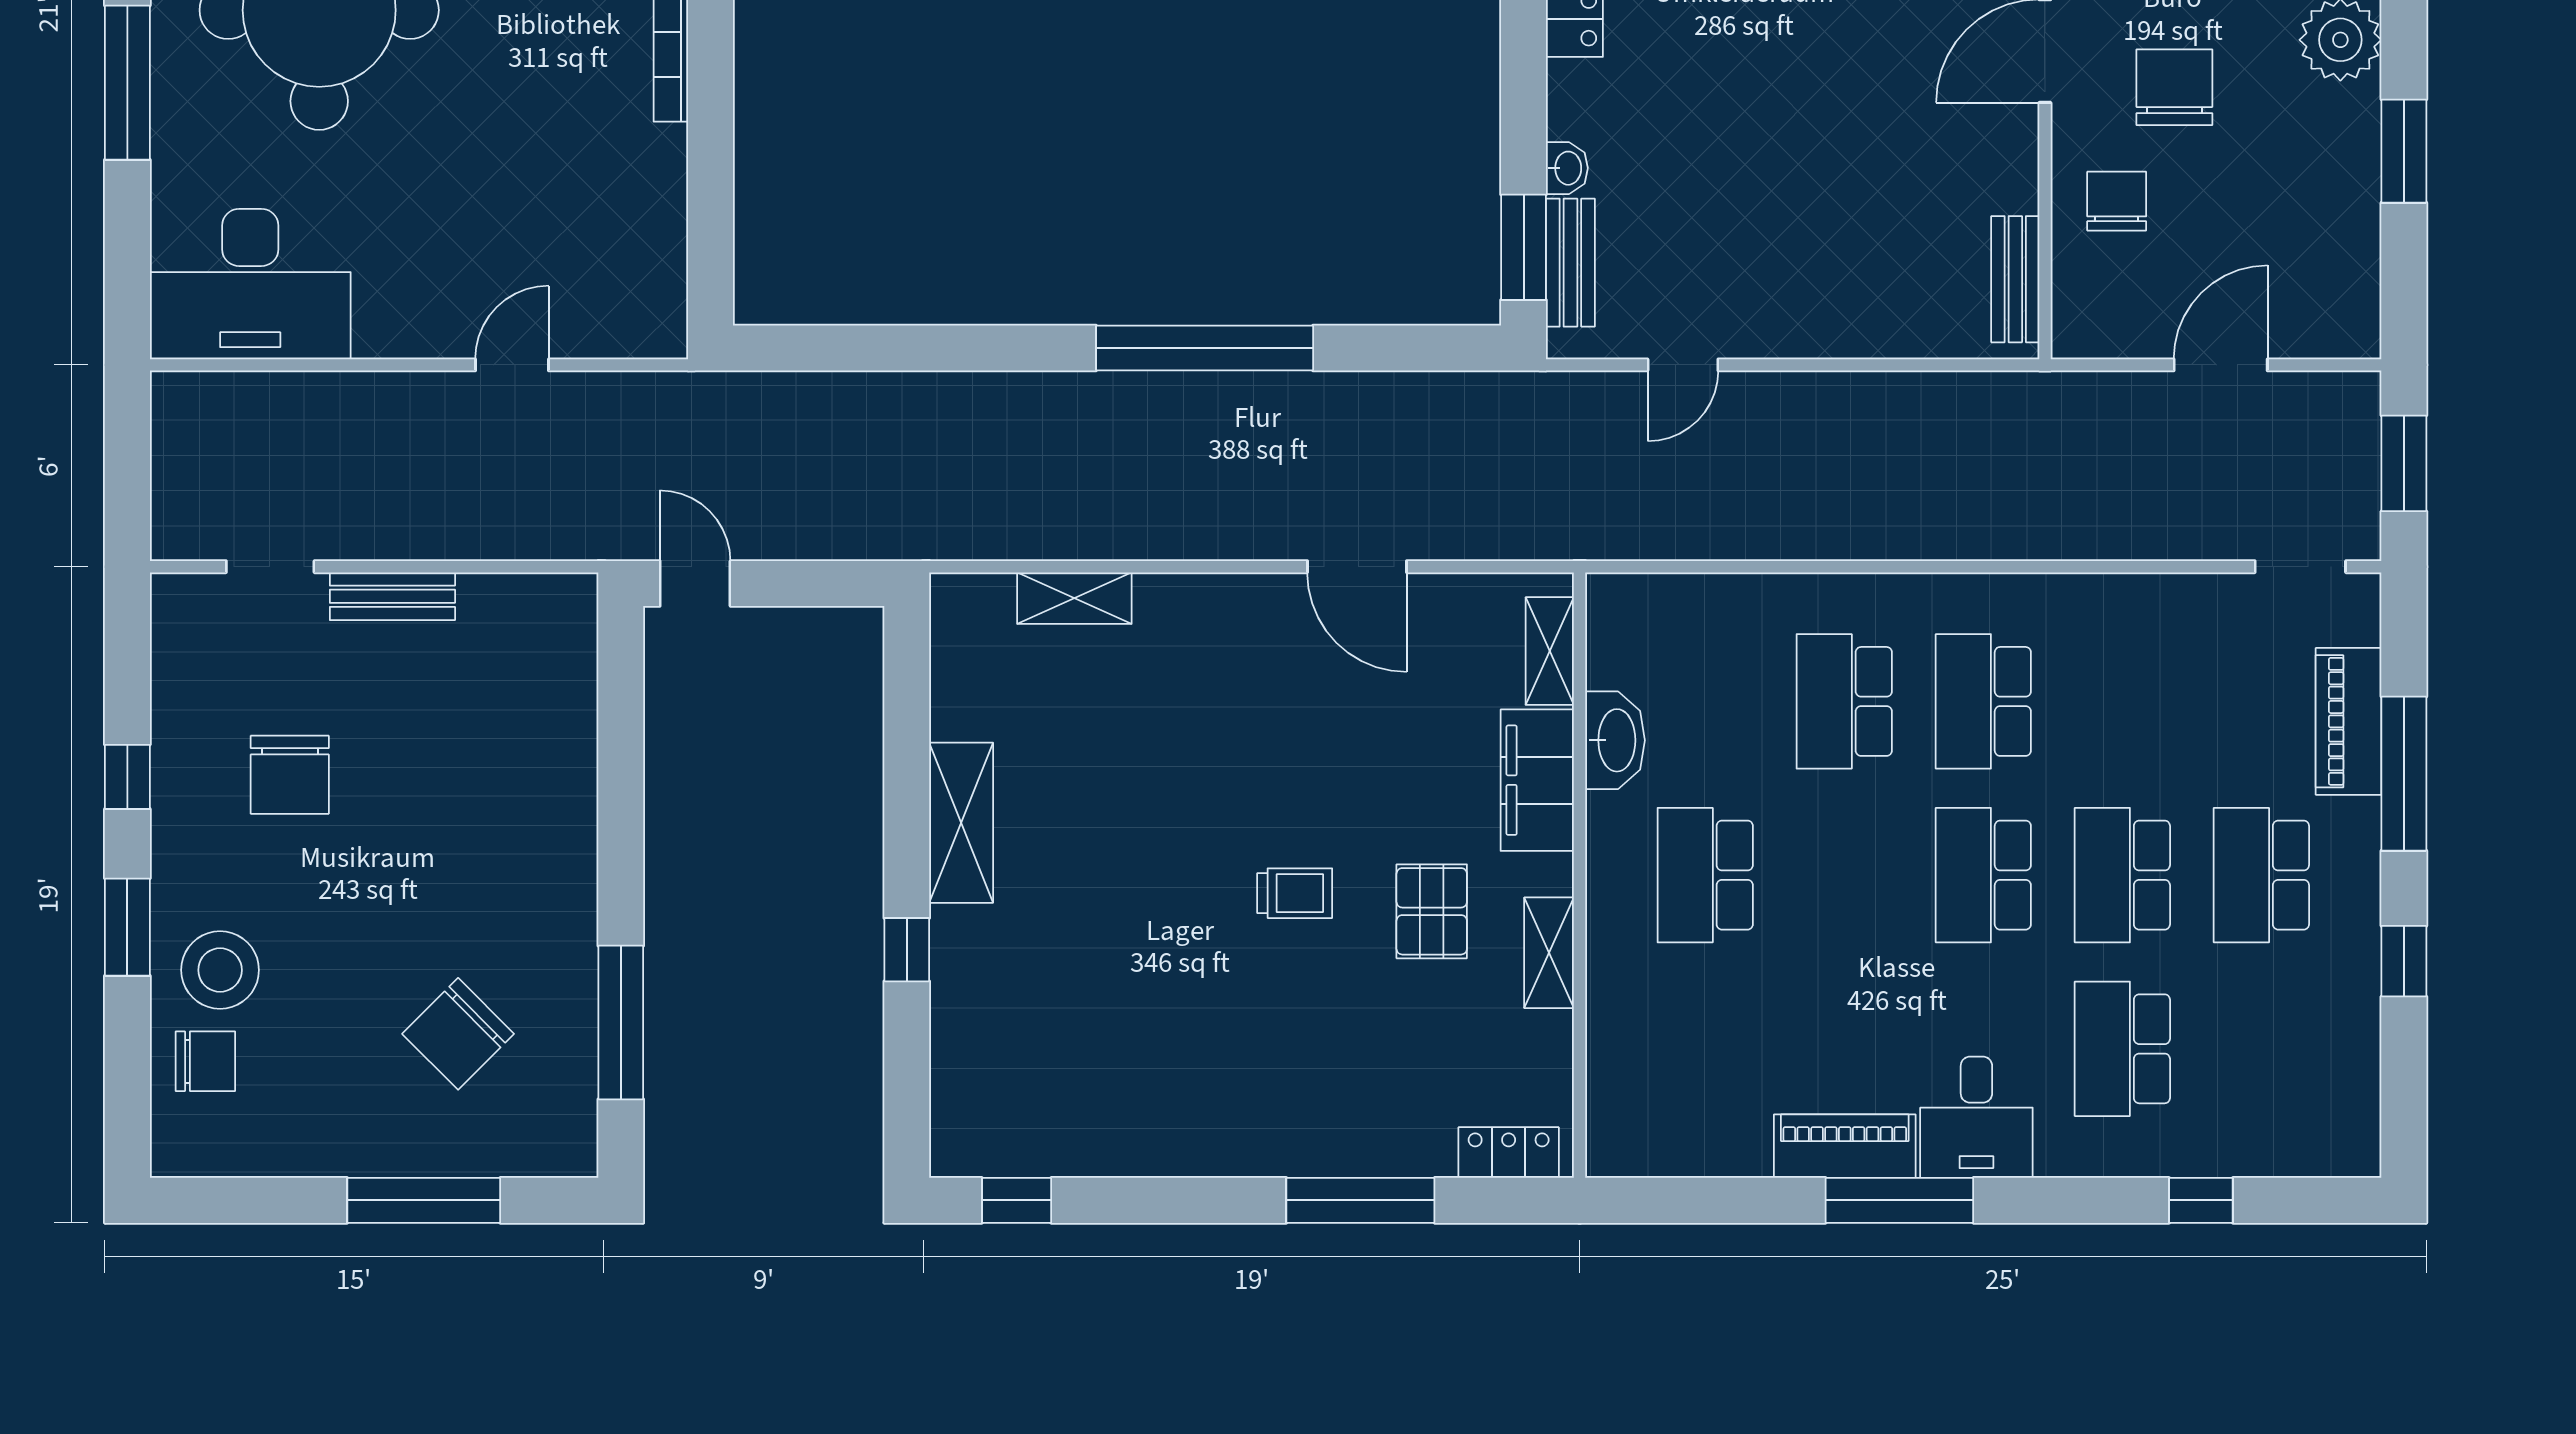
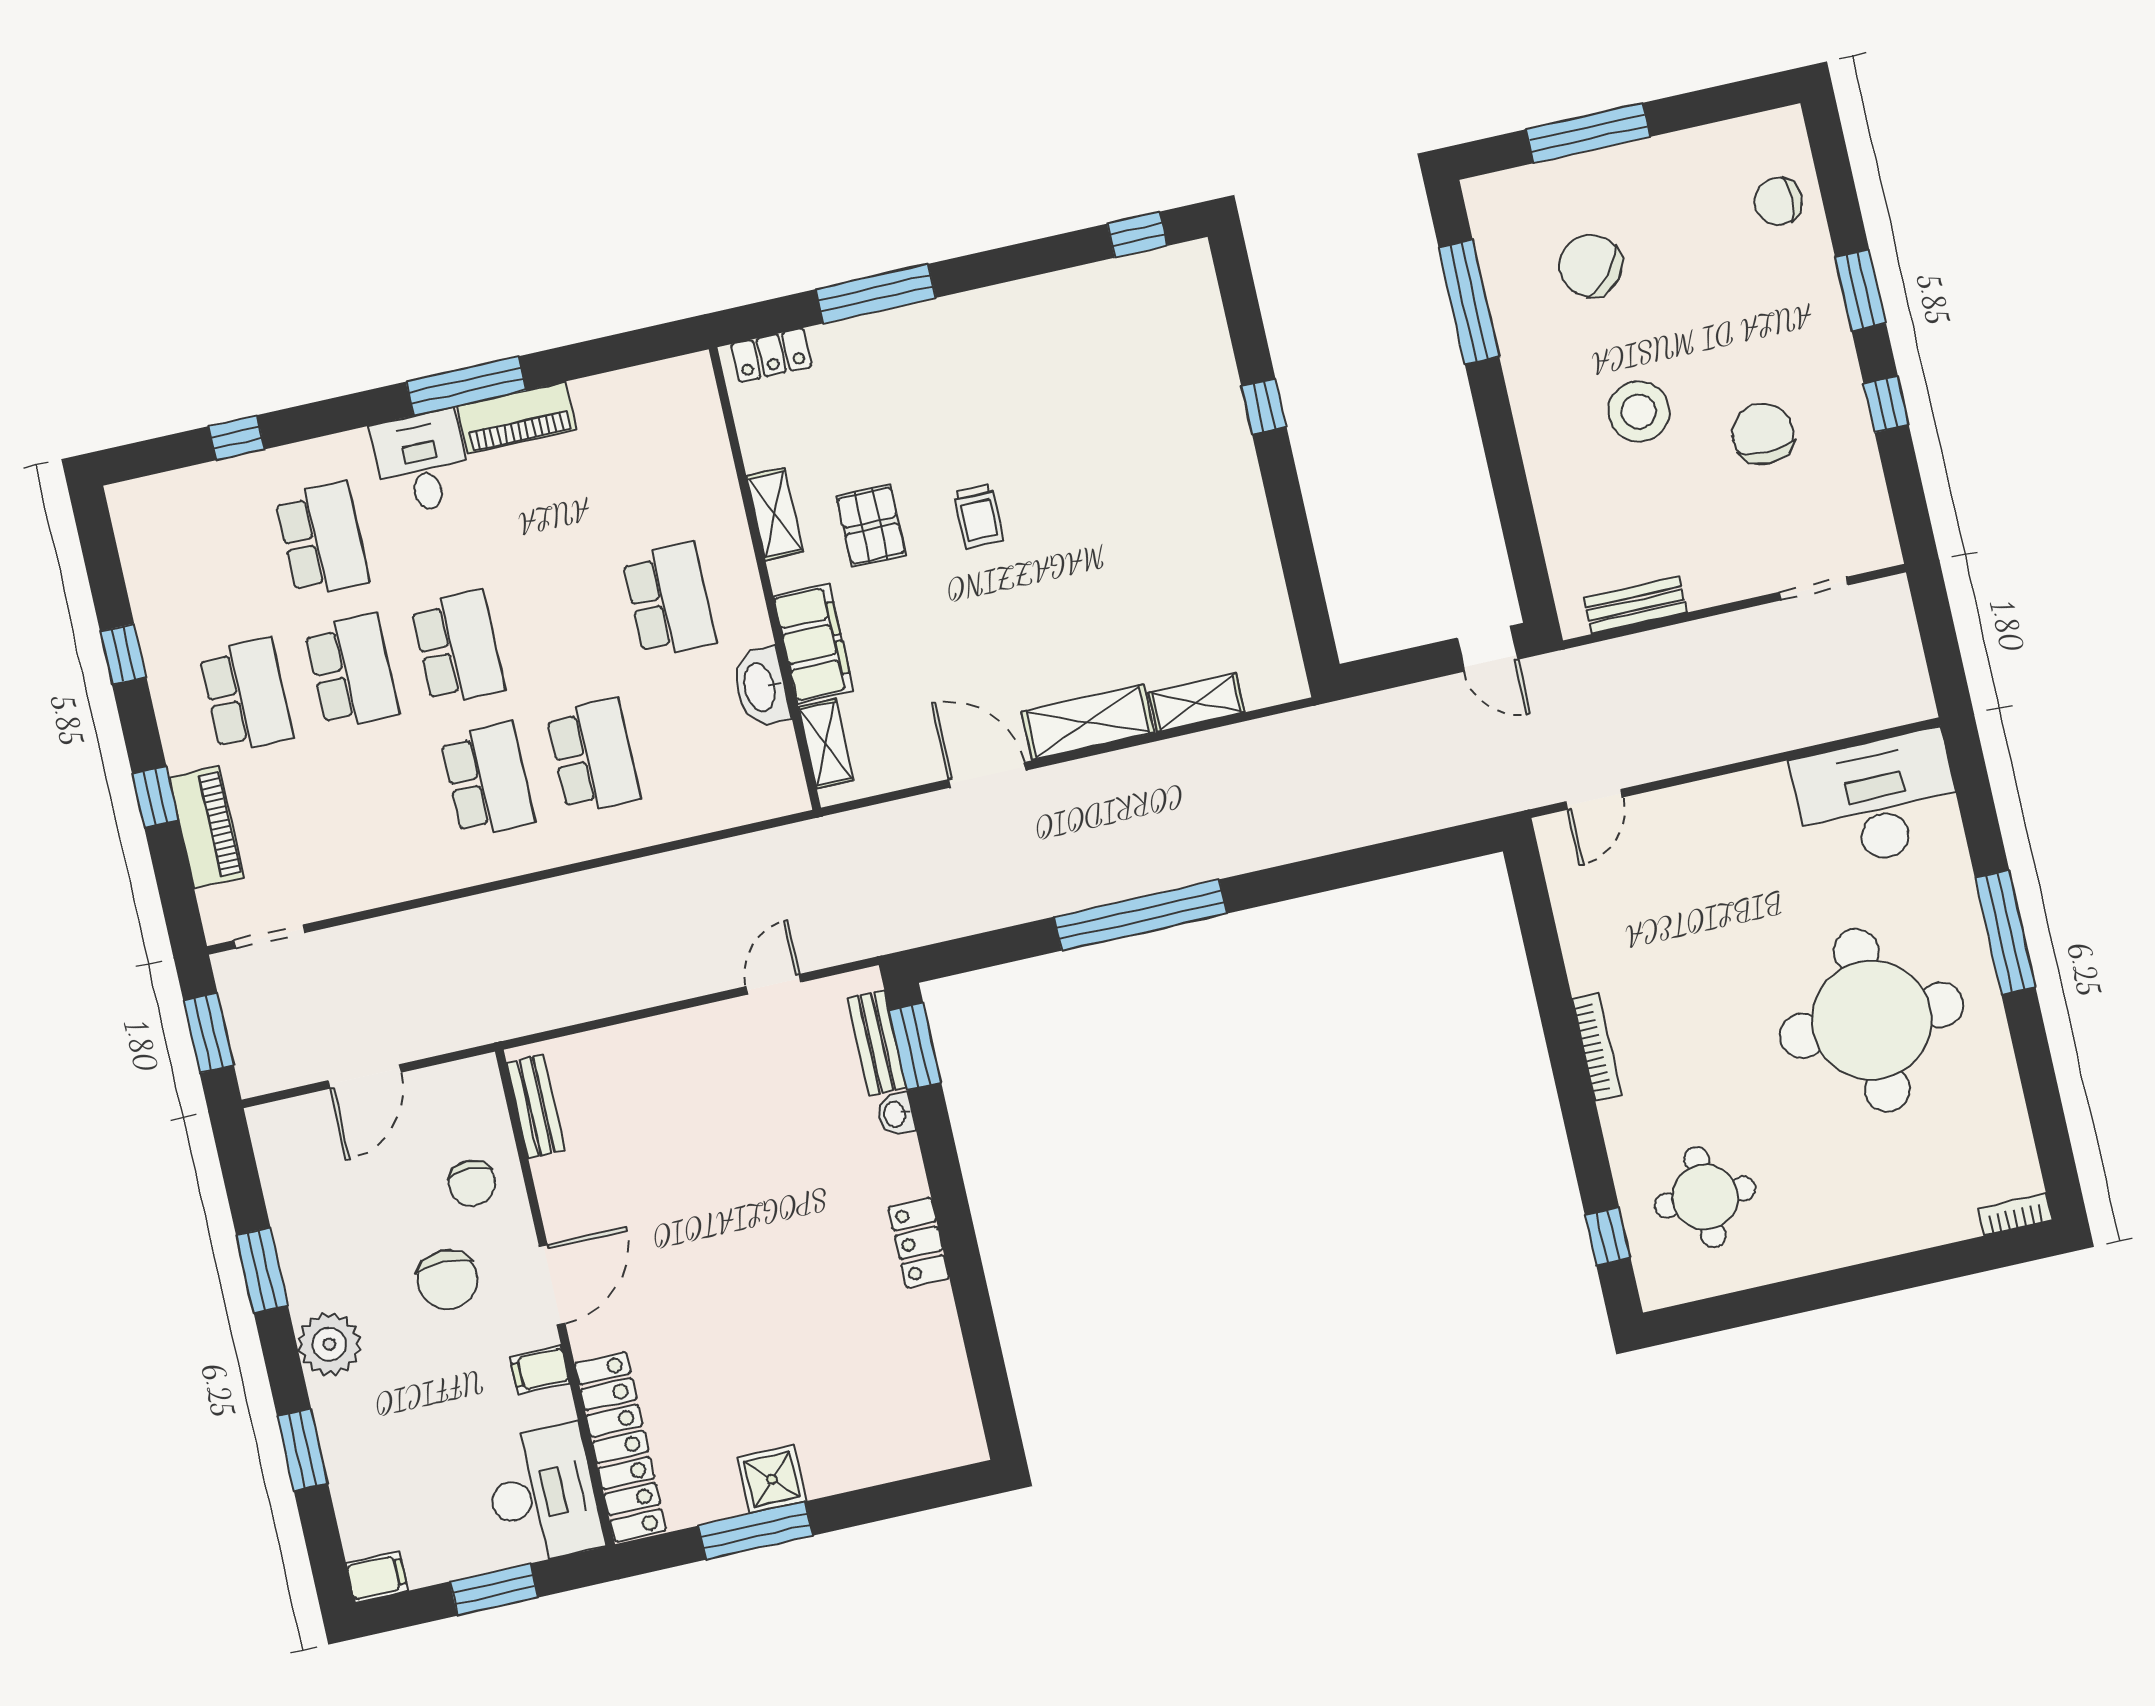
door: (512, 365) -> (1594, 799), moved
bench: (392, 596) -> (1636, 605), moved
window: (2404, 774) -> (155, 797), width x0.46
shelving: (961, 823) -> (1088, 722), moved, turned 90
trolley: (1295, 893) -> (978, 516), turned -90
stool: (220, 970) -> (1639, 411), moved
chair: (458, 1034) -> (1591, 266), turned -94

